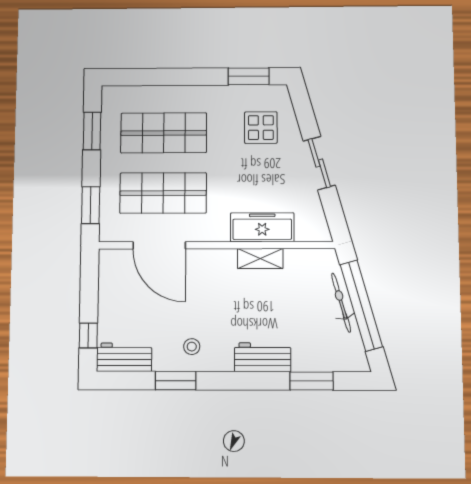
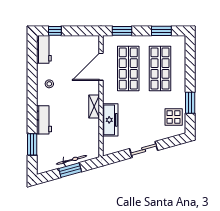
window: (249, 76) -> (190, 103), moved
display table: (261, 128) -> (174, 117), moved
shelving: (260, 259) -> (94, 106), moved
window: (361, 305) -> (70, 170), width x0.47
window: (176, 381) -> (32, 76), removed

